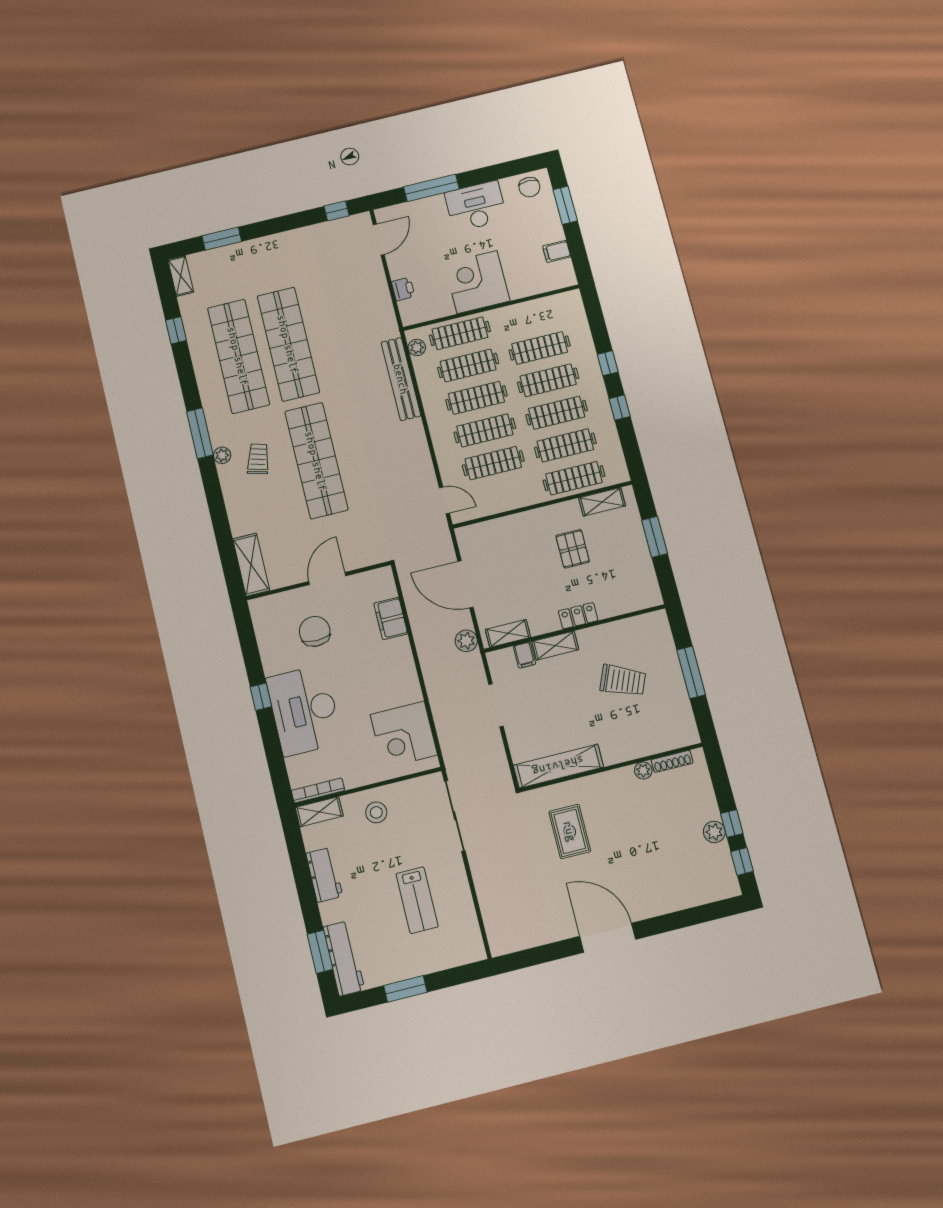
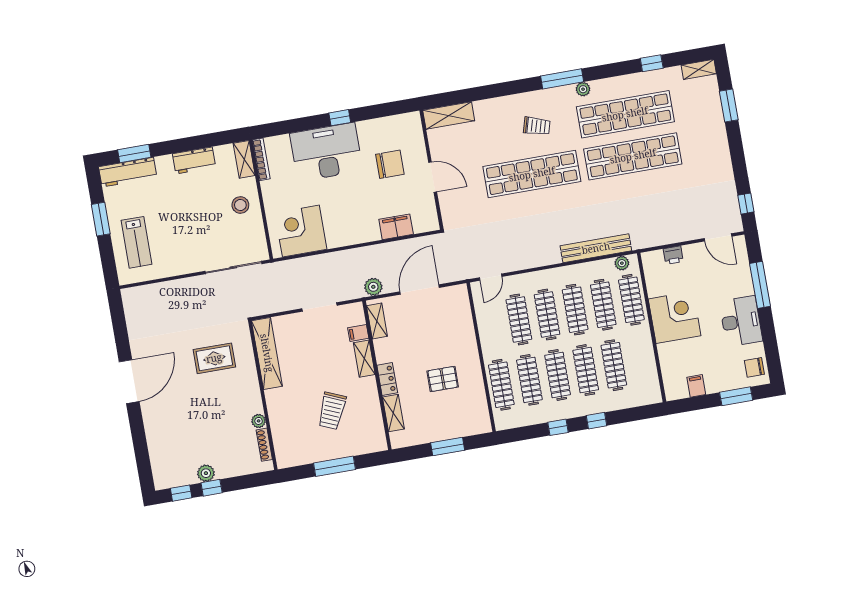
plant: (222, 455) -> (583, 89), moved
shelving: (602, 502) -> (393, 413), moved
lab bench: (417, 900) -> (136, 242), moved, turned -90

